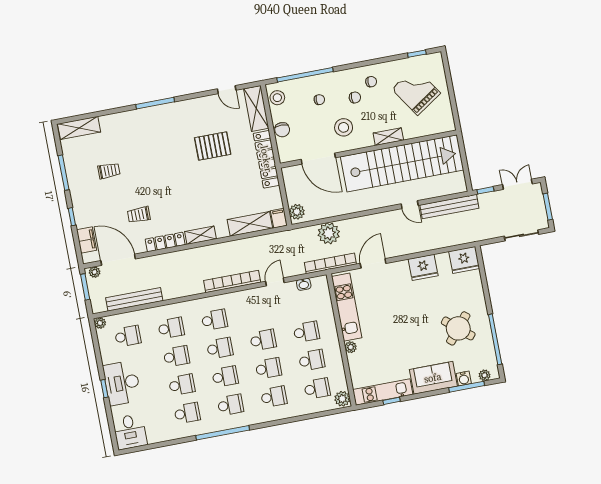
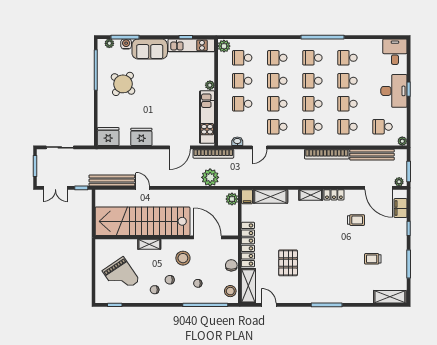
pallet: (213, 146) -> (288, 263), turned 90
locker: (165, 242) -> (334, 195), width x0.66
bookcase: (232, 281) -> (327, 154), moved
school desk: (258, 312) -> (277, 127), added

